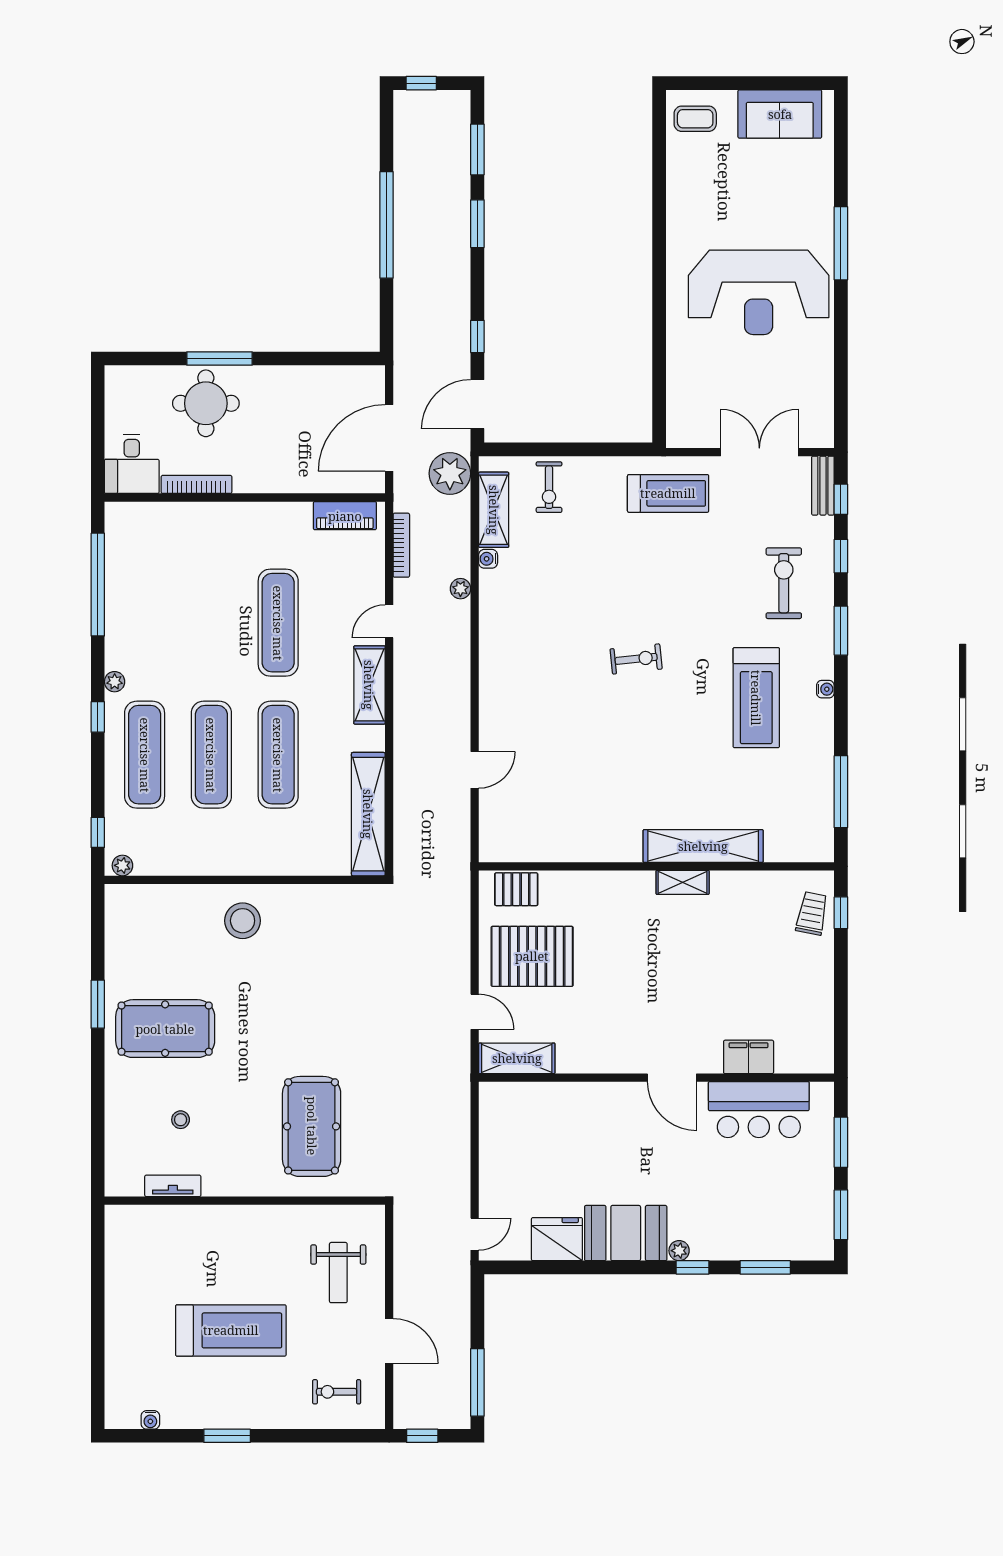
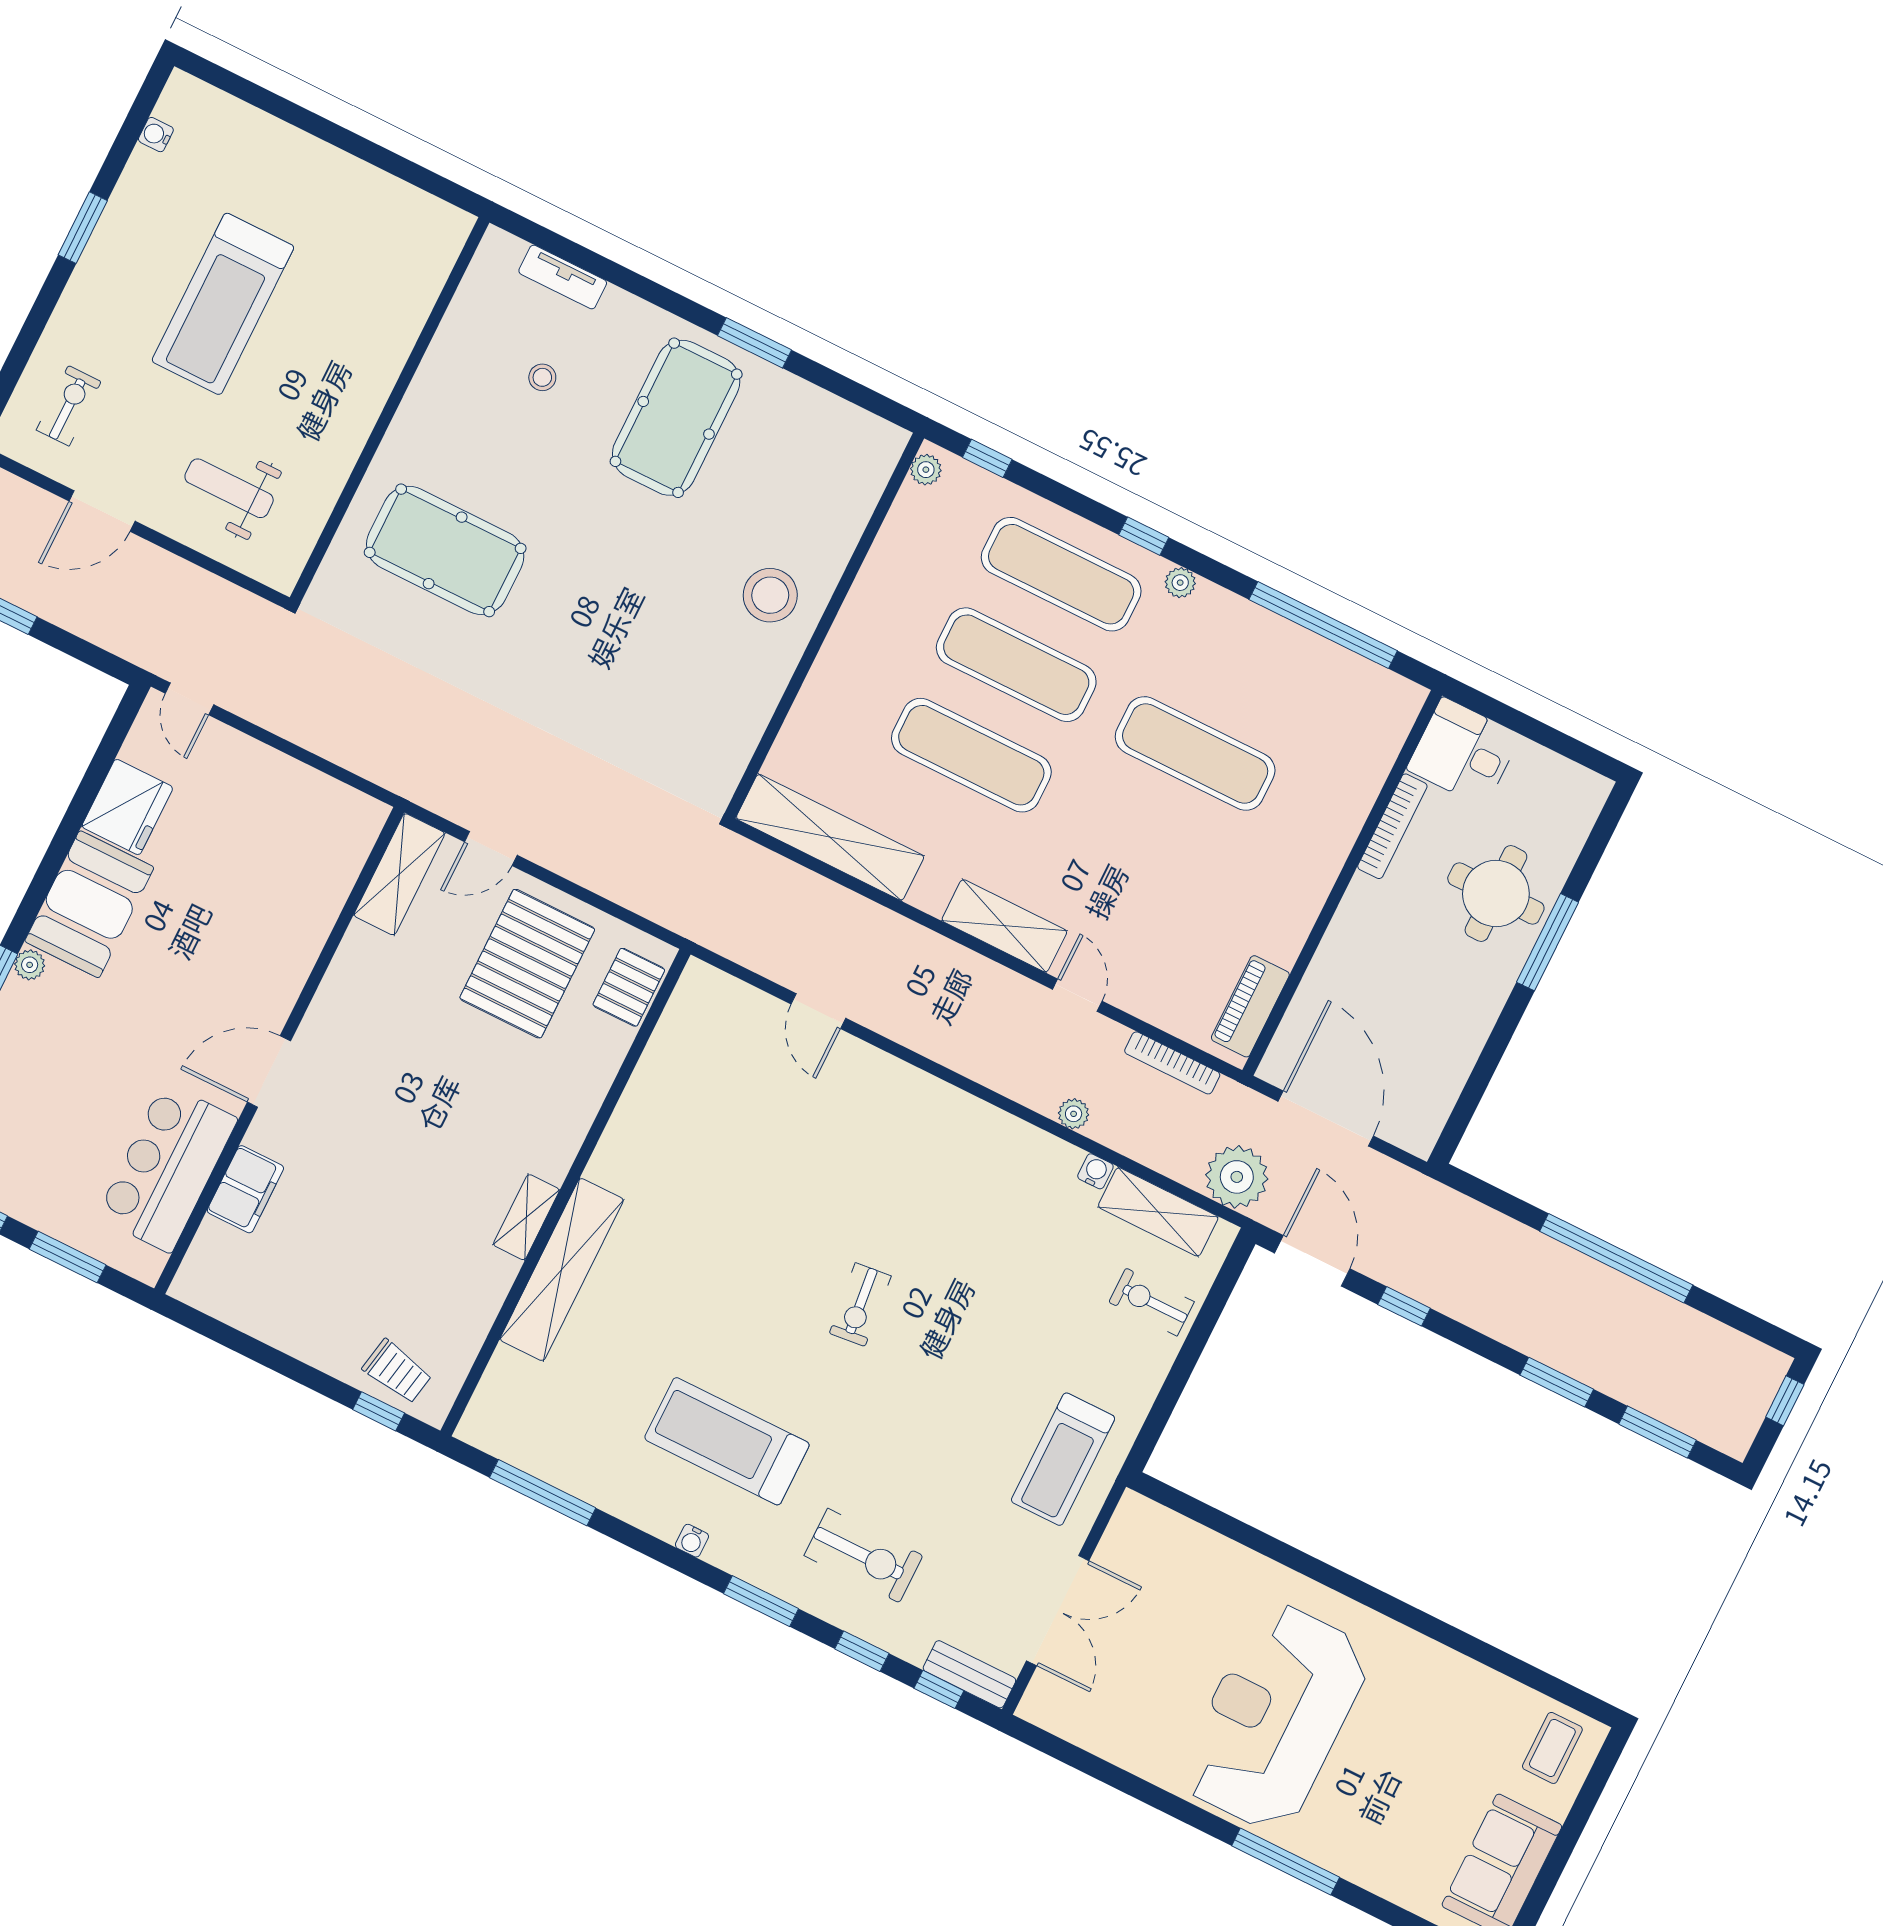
exercise mat: (278, 623) -> (1195, 753), moved
tv unit: (173, 1186) -> (563, 277), moved, turned 90

